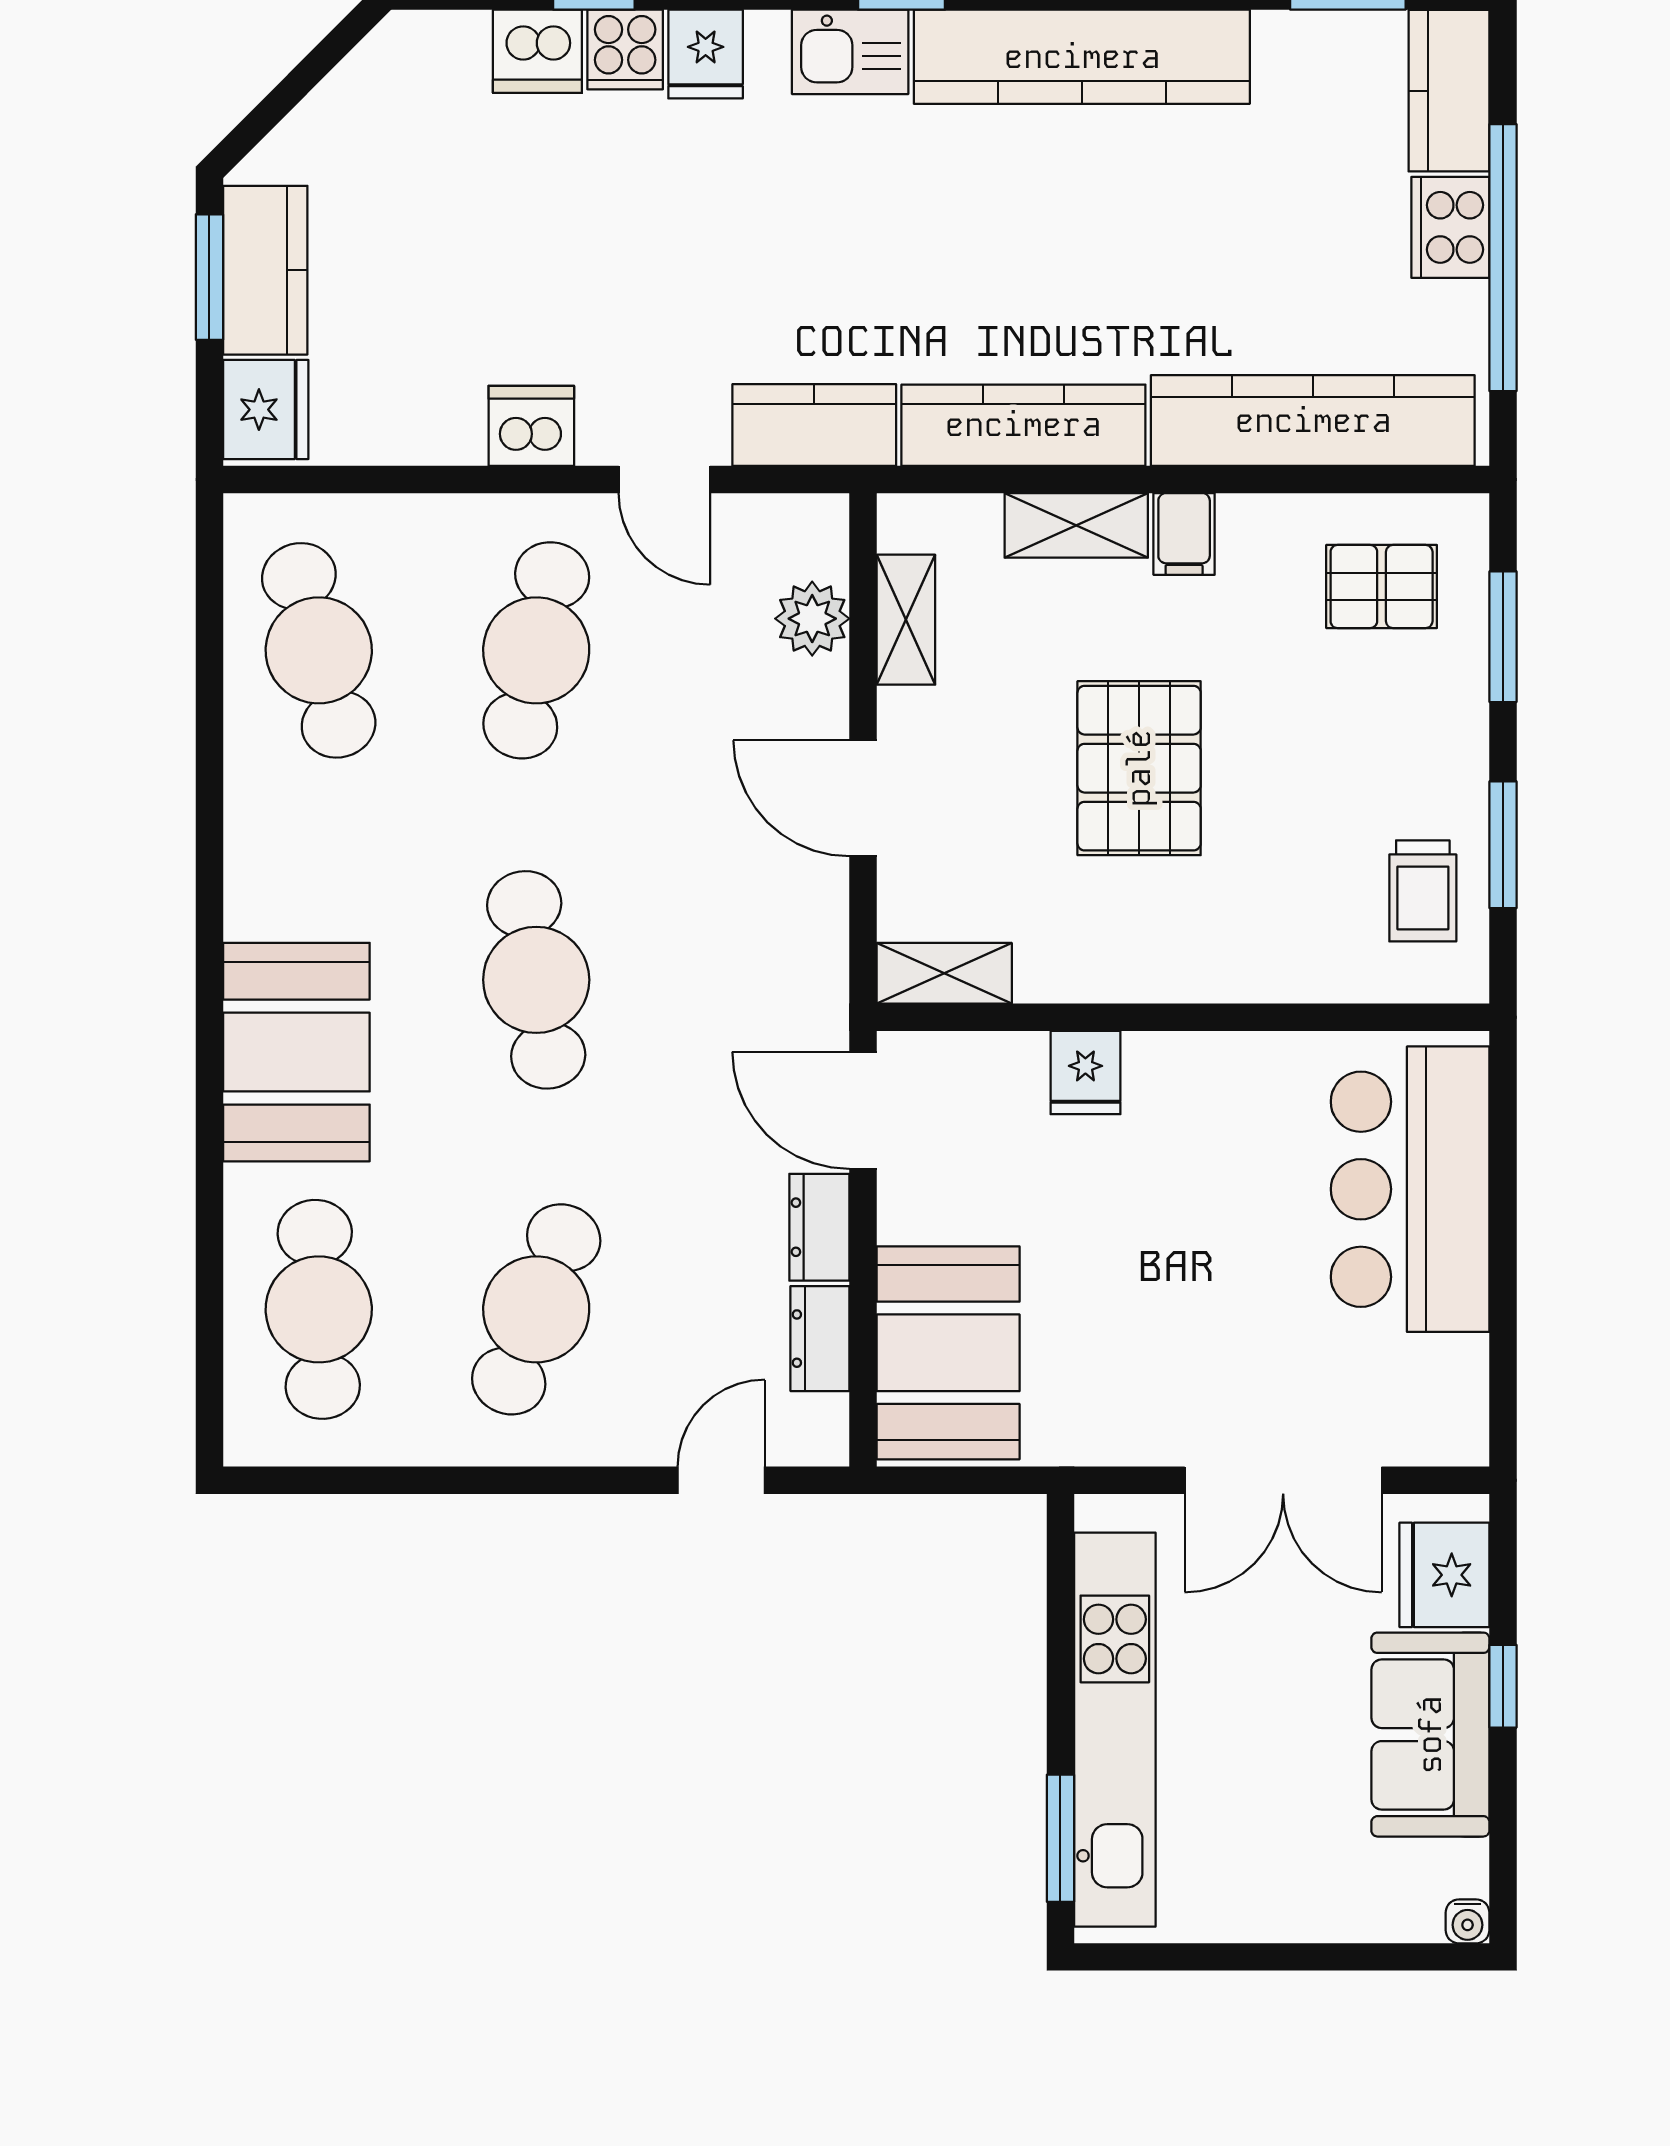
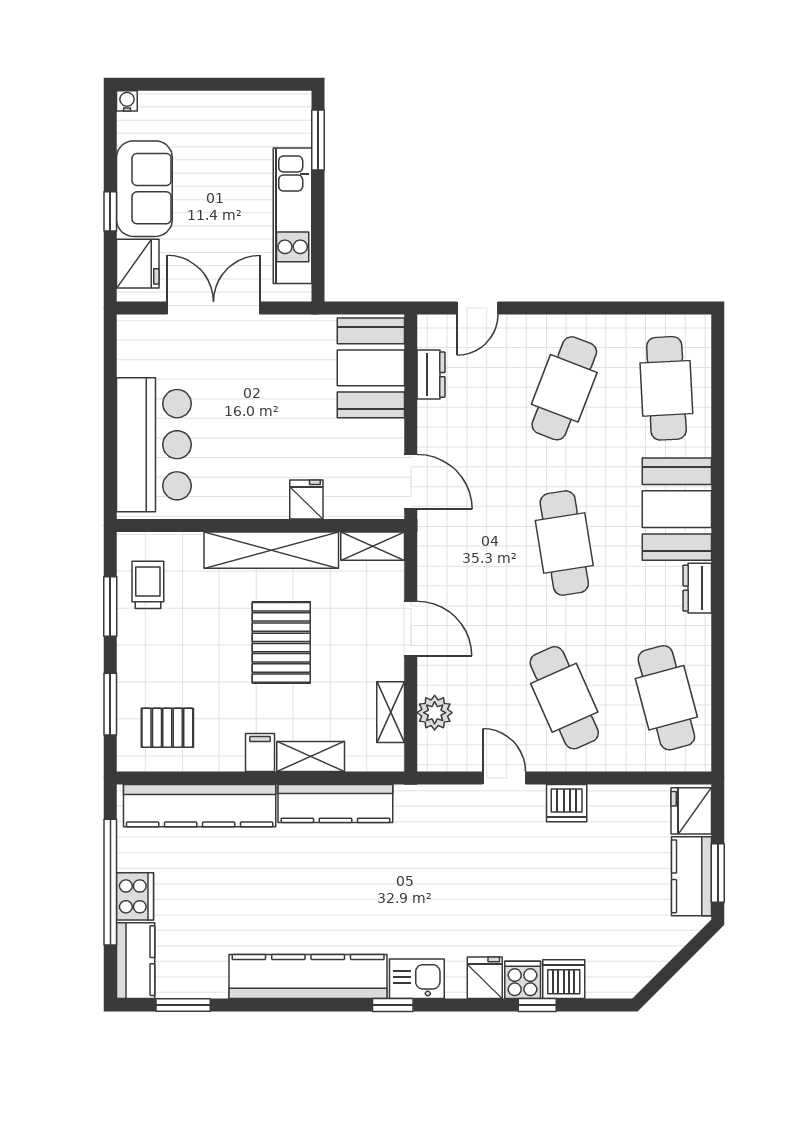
kitchen counter: (814, 425) -> (434, 804), removed
cafe table: (536, 650) -> (564, 698), turned -36
shelving: (1160, 965) -> (271, 550), added
dresser: (819, 1227) -> (697, 588), moved, turned 180
kitchen unit: (1115, 1730) -> (293, 216), width x0.73

